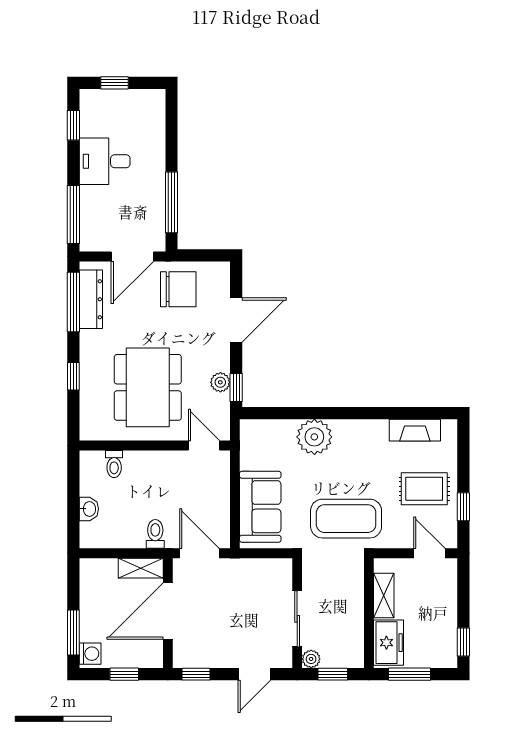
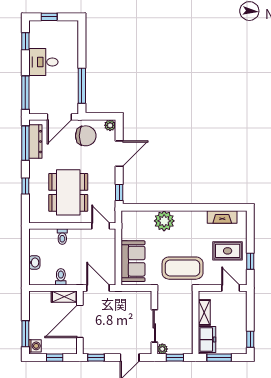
plant: (220, 382) -> (110, 125), moved
toilet: (114, 464) -> (62, 237), moved
toilet: (155, 534) -> (61, 277), moved

